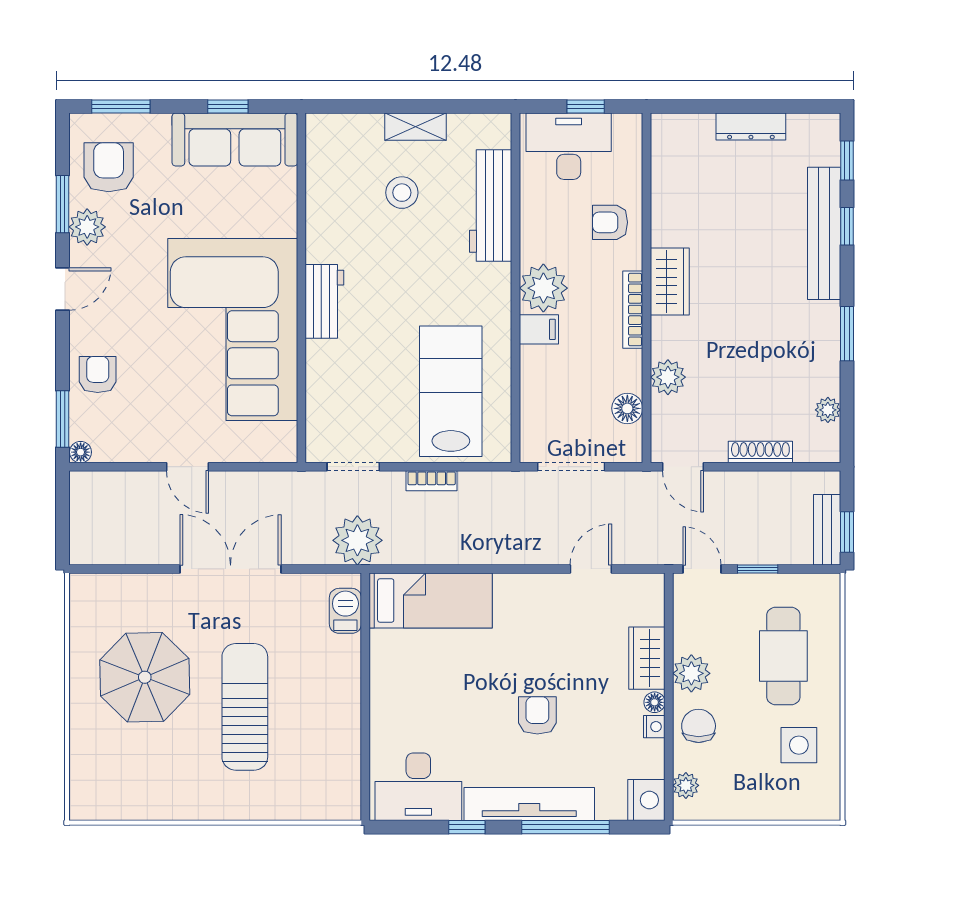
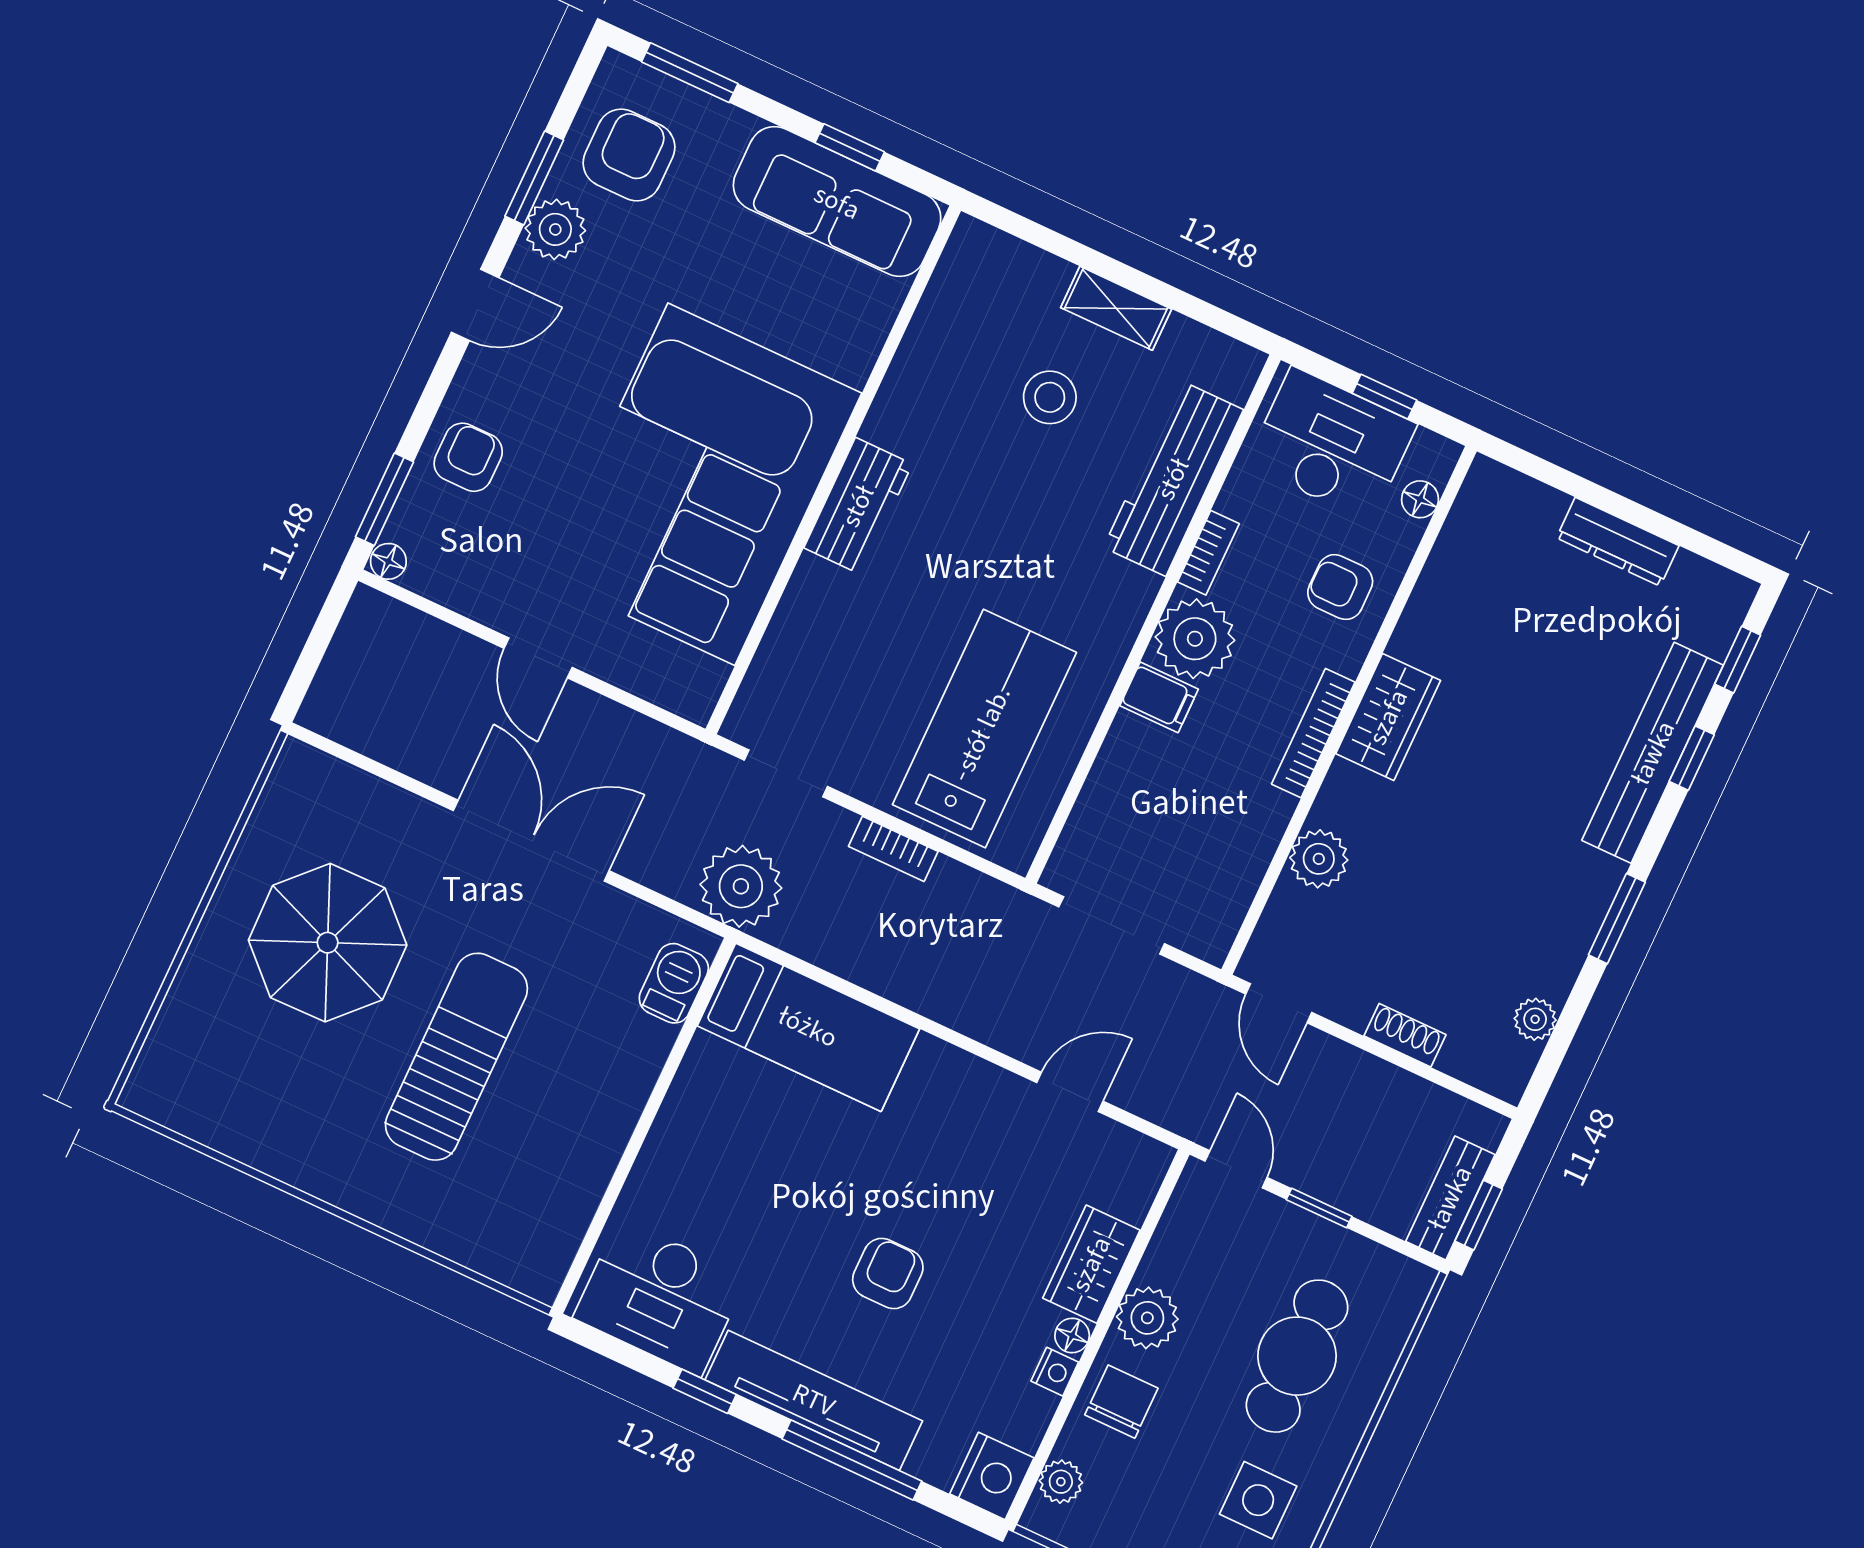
bookcase: (529, 237) -> (1208, 553), added
floor lamp: (627, 408) -> (1420, 499), moved, width x0.73, depth x0.73
shoe rack: (760, 452) -> (1405, 1035), width x0.70

